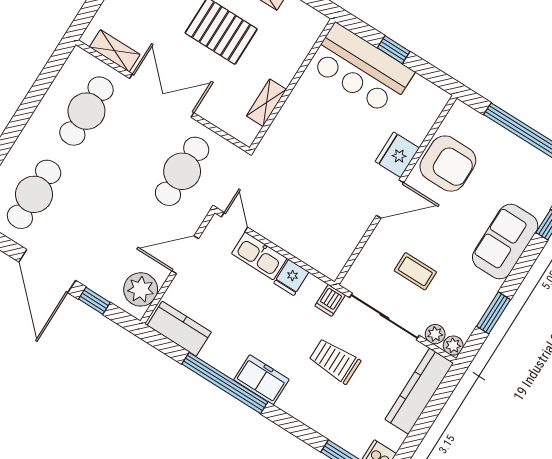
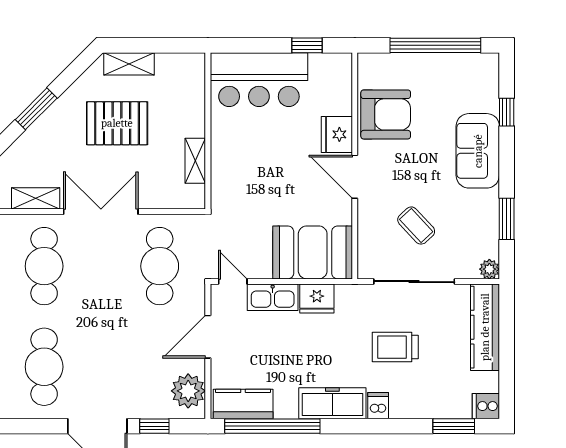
window: (394, 50) -> (307, 45), moved
door: (390, 199) -> (355, 177), swing flipped
booth: (316, 240) -> (313, 252), added
coffee table: (415, 271) -> (416, 226), turned 47
fridge: (291, 277) -> (317, 298), width x1.38
dishwasher: (330, 300) -> (378, 406), moved, turned 180
plant: (435, 334) -> (468, 269), removed
freezer: (261, 380) -> (332, 403), width x1.40
window: (225, 383) -> (272, 426), moved

